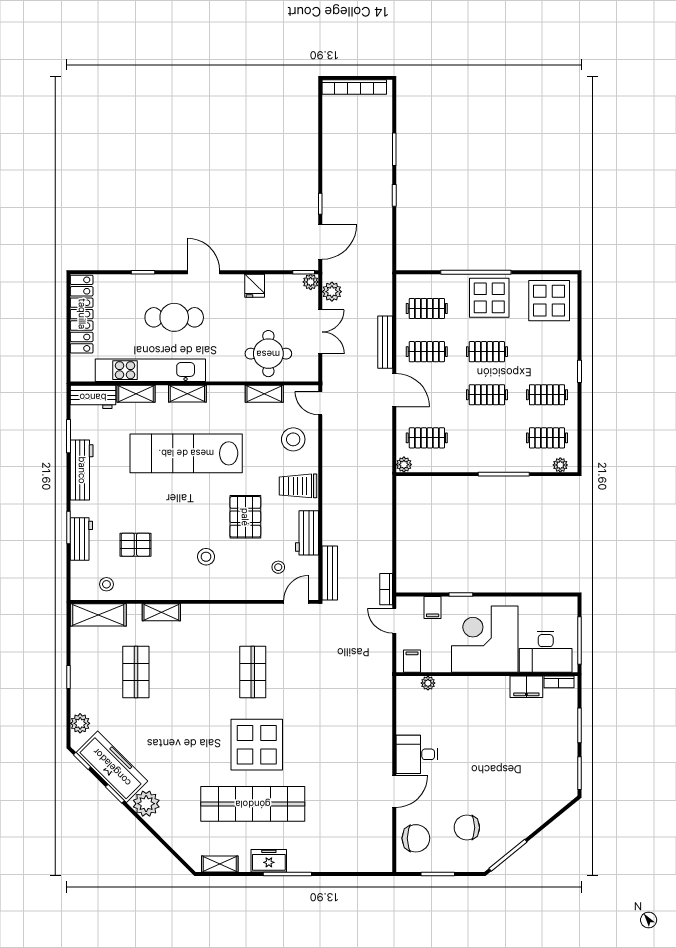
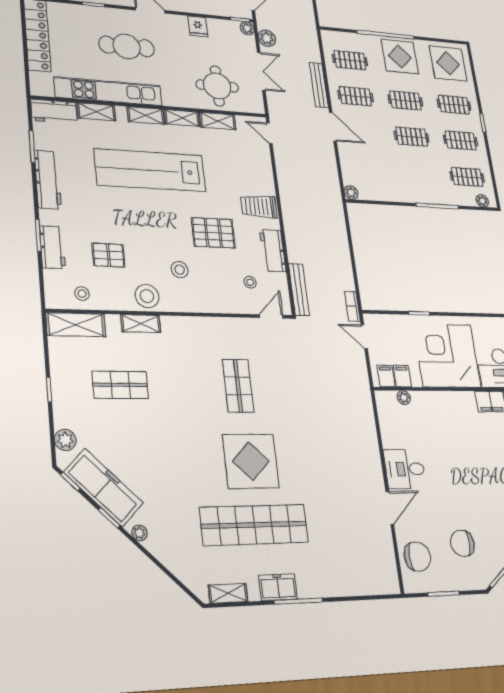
shelving: (226, 393) -> (182, 118), added
clothes rail: (427, 438) -> (454, 105), moved
stool: (293, 439) -> (147, 296), moved
pallet: (245, 517) -> (213, 233), turned 90
filing cabinet: (433, 608) -> (402, 376), moved, turned 180
shop shelf: (136, 672) -> (120, 385), turned 90
plant: (146, 804) -> (139, 533), width x0.53, depth x0.53

